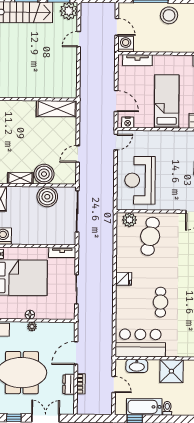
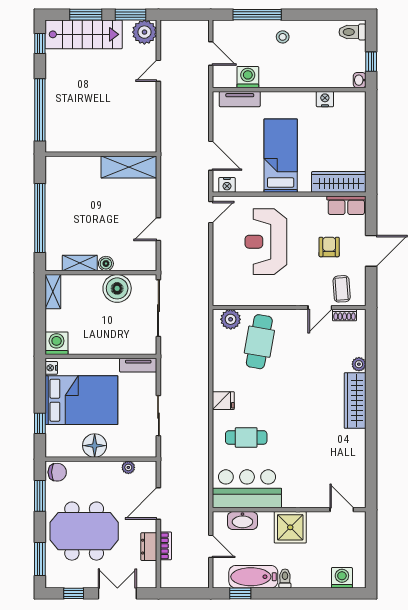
stool: (169, 15) -> (283, 37), width x0.53, depth x0.53
washing machine: (126, 44) -> (248, 77), moved
boiler: (44, 174) -> (106, 264), width x0.54, depth x0.54
reception desk: (140, 180) -> (266, 242), moved
cafe table: (160, 302) -> (246, 437), moved, turned 90
floor lamp: (30, 315) -> (95, 446), width x1.89, depth x1.89
plant: (32, 326) -> (128, 467), moved

